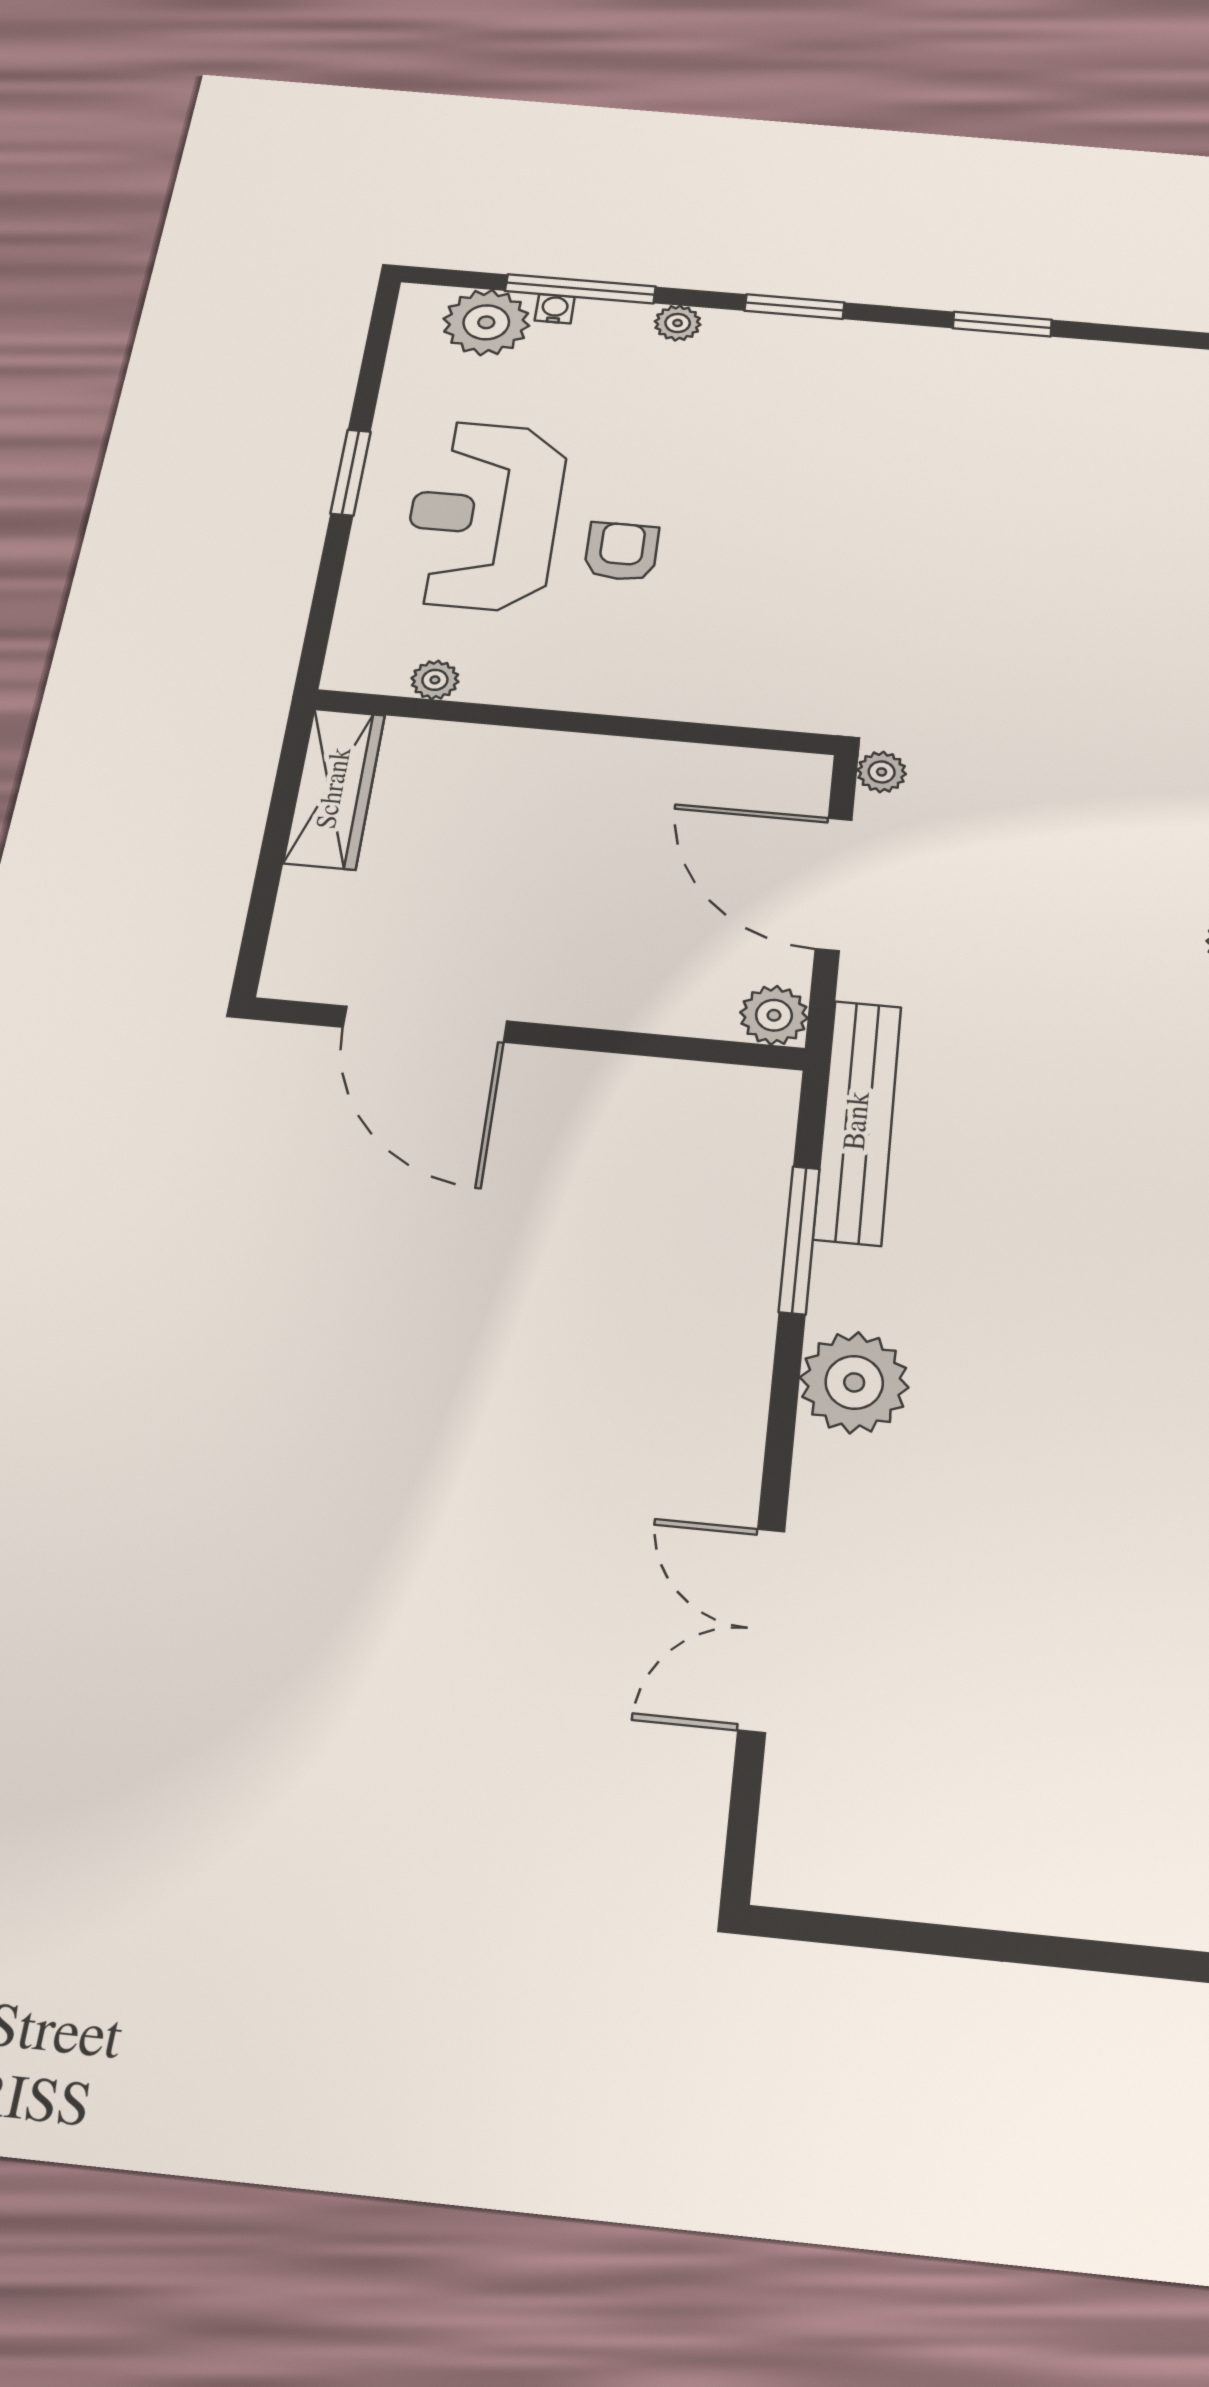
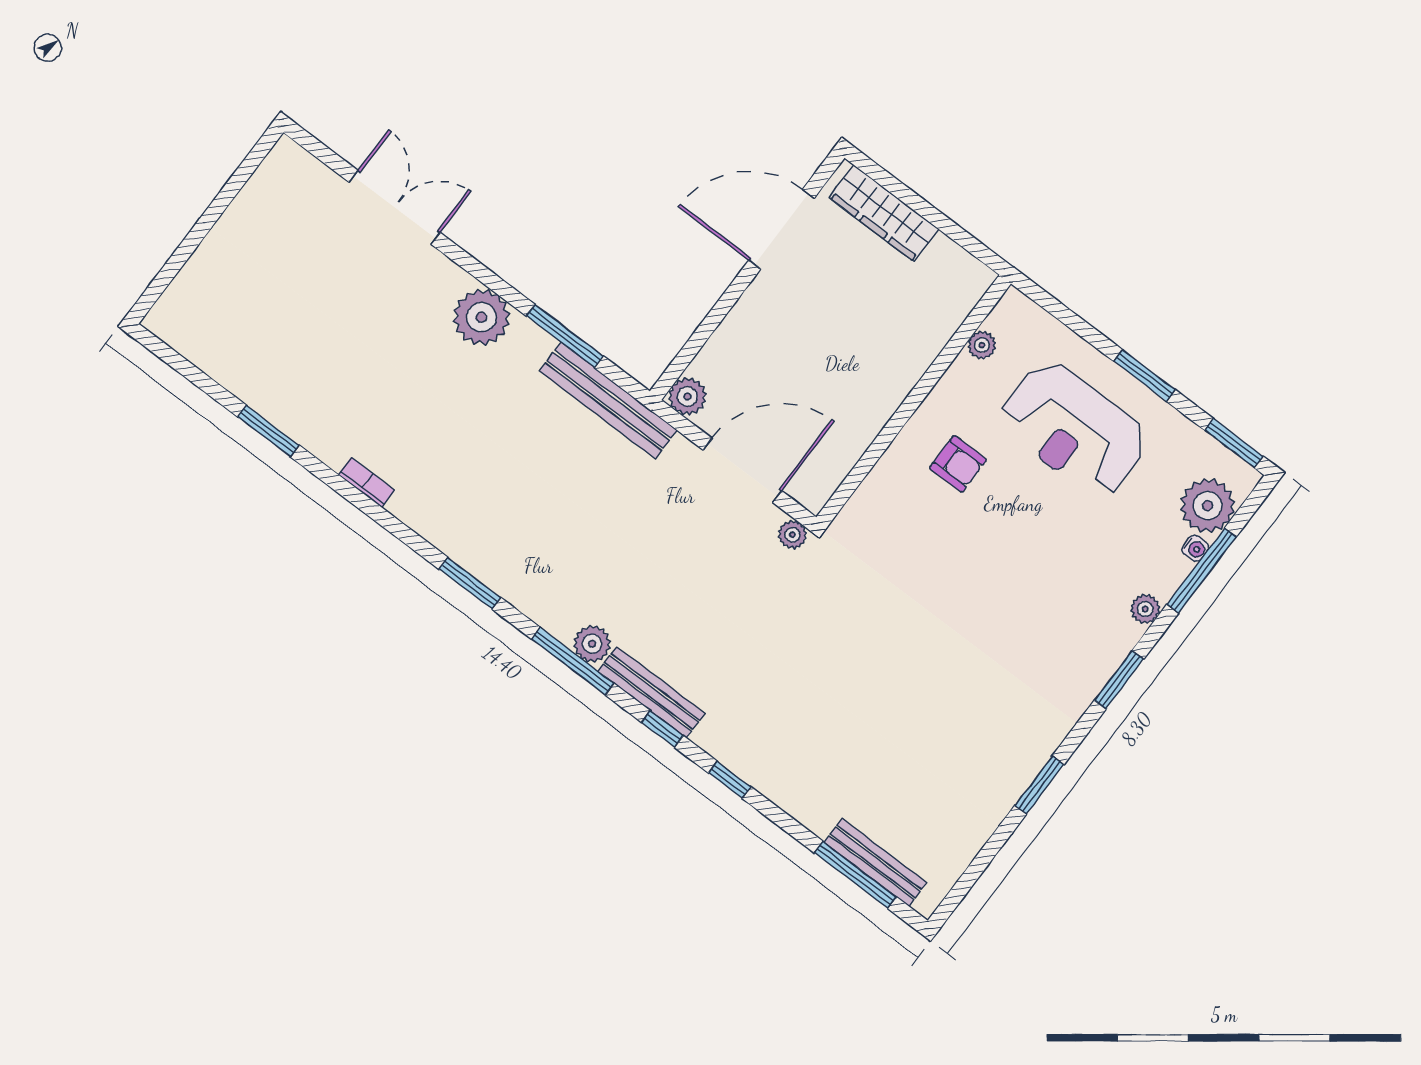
window: (379, 333) -> (1234, 443), added
reception desk: (484, 515) -> (1074, 429), turned 180
armchair: (621, 552) -> (958, 464), moved
wardrobe: (335, 788) -> (884, 213), moved

